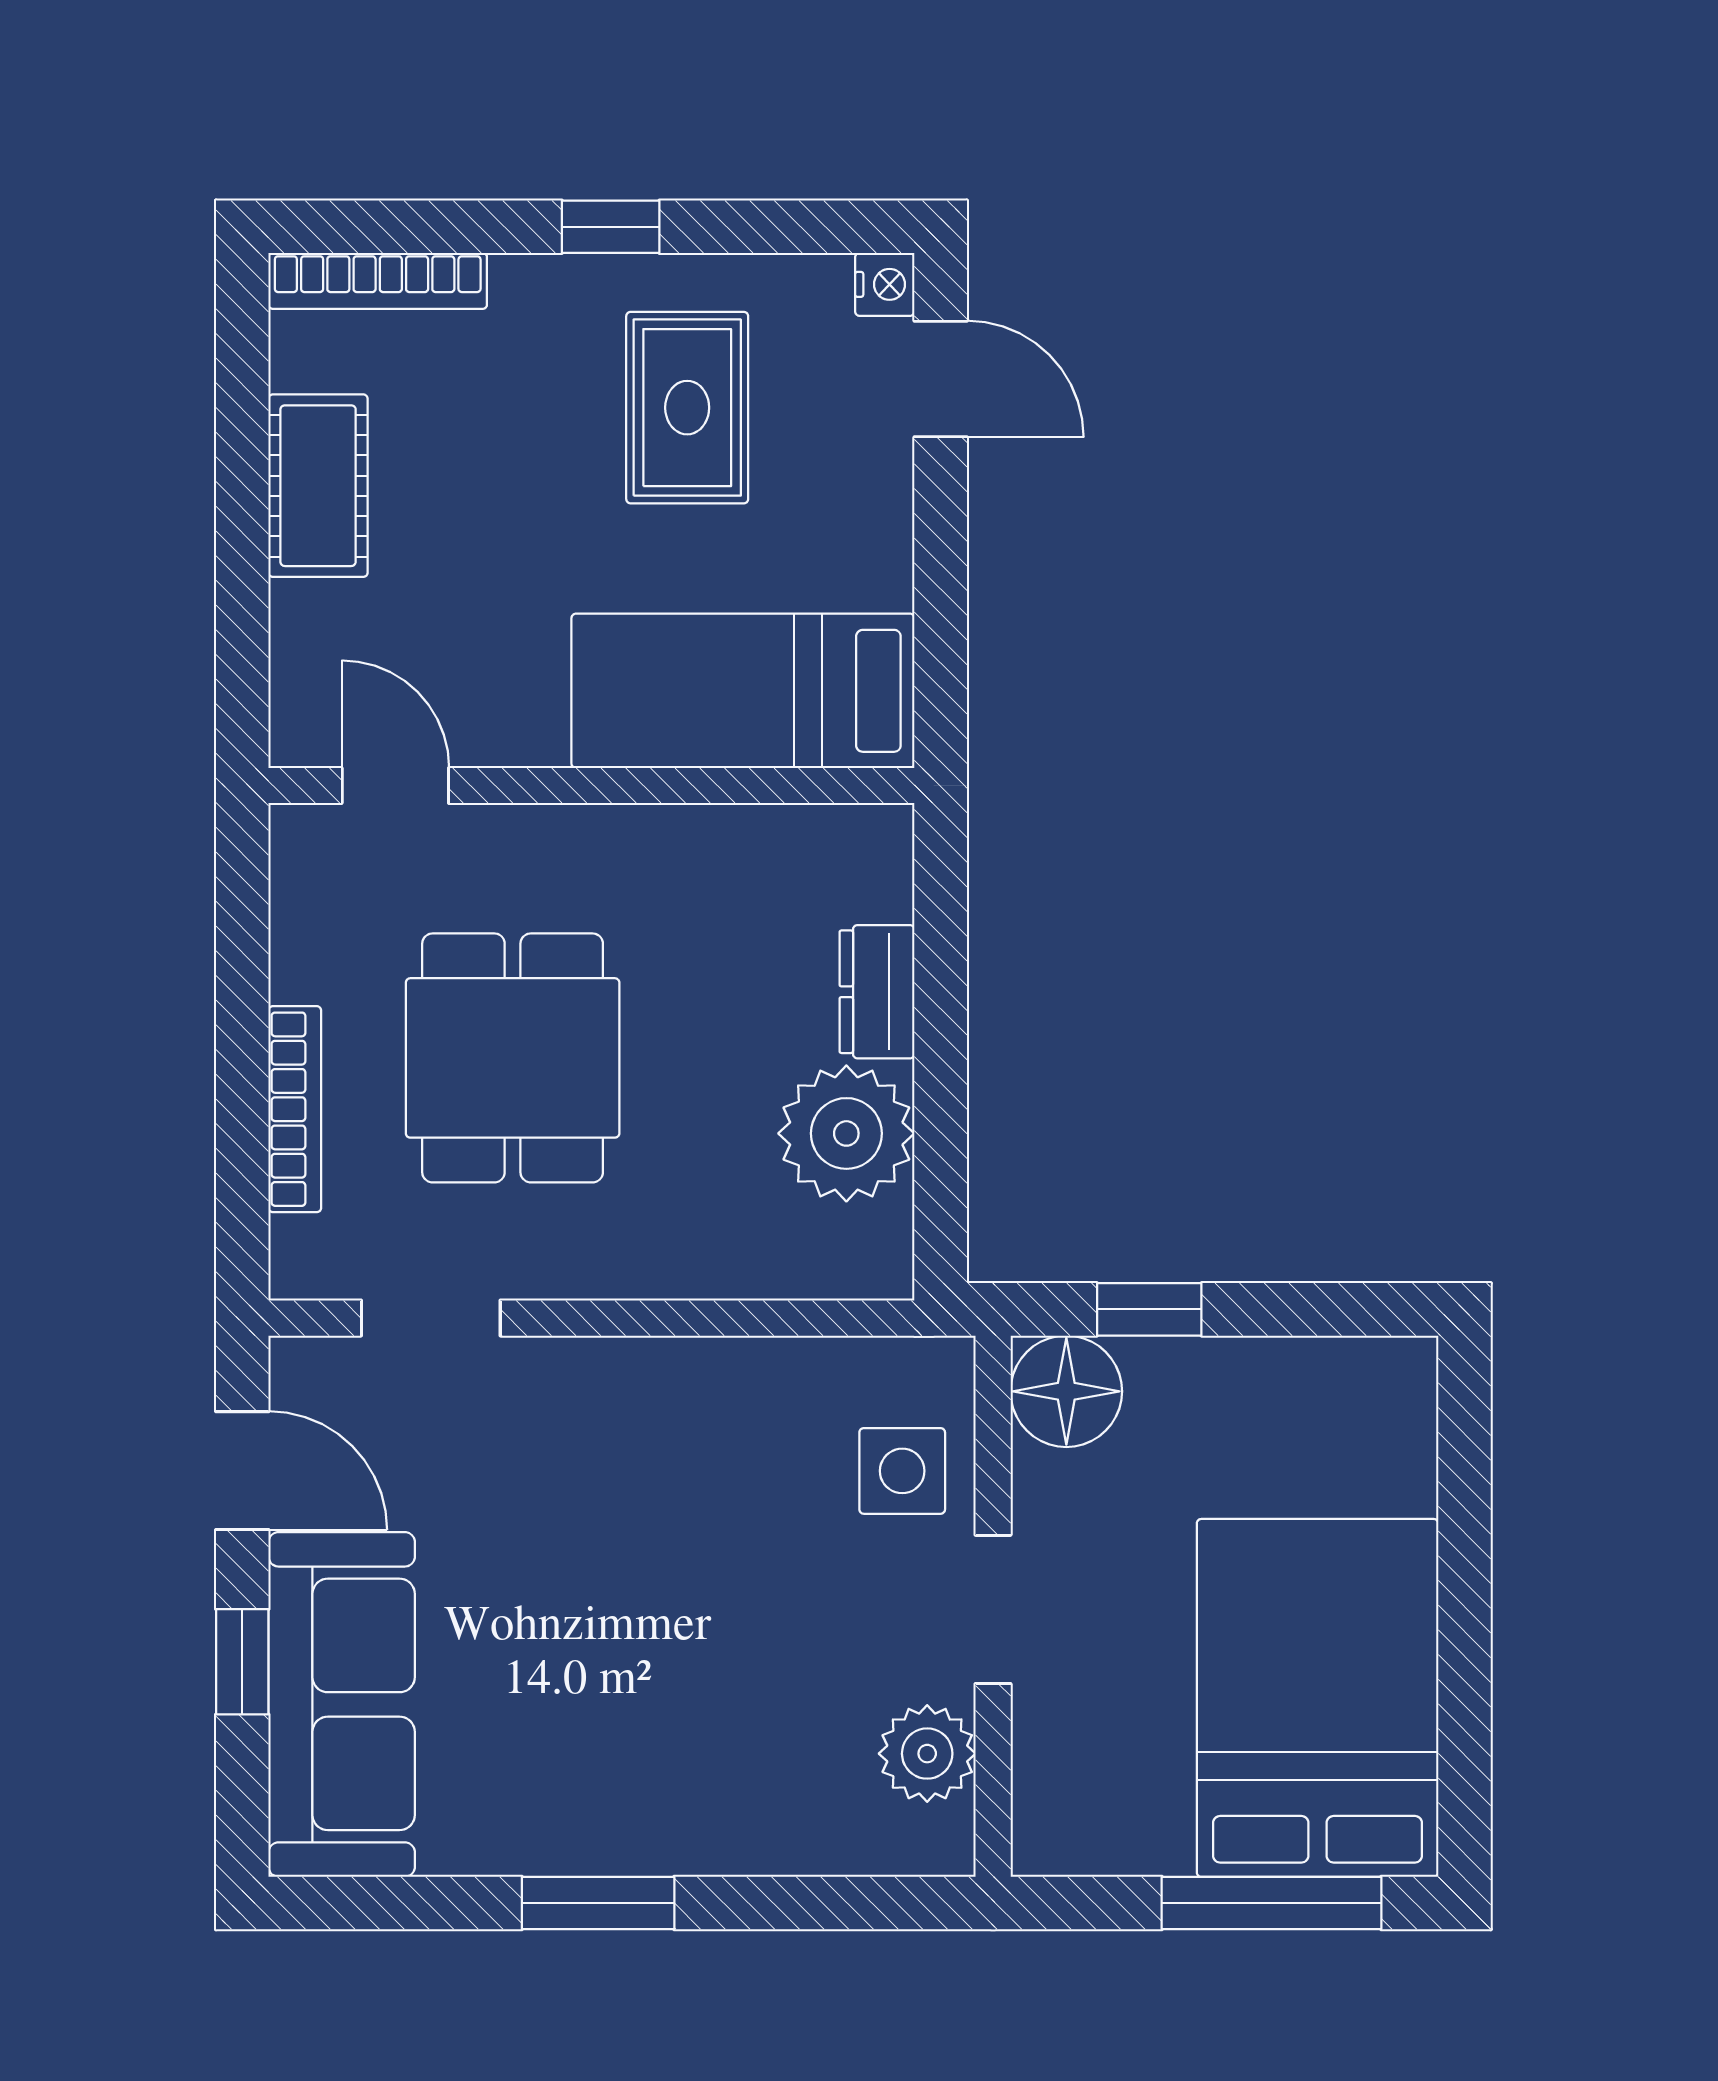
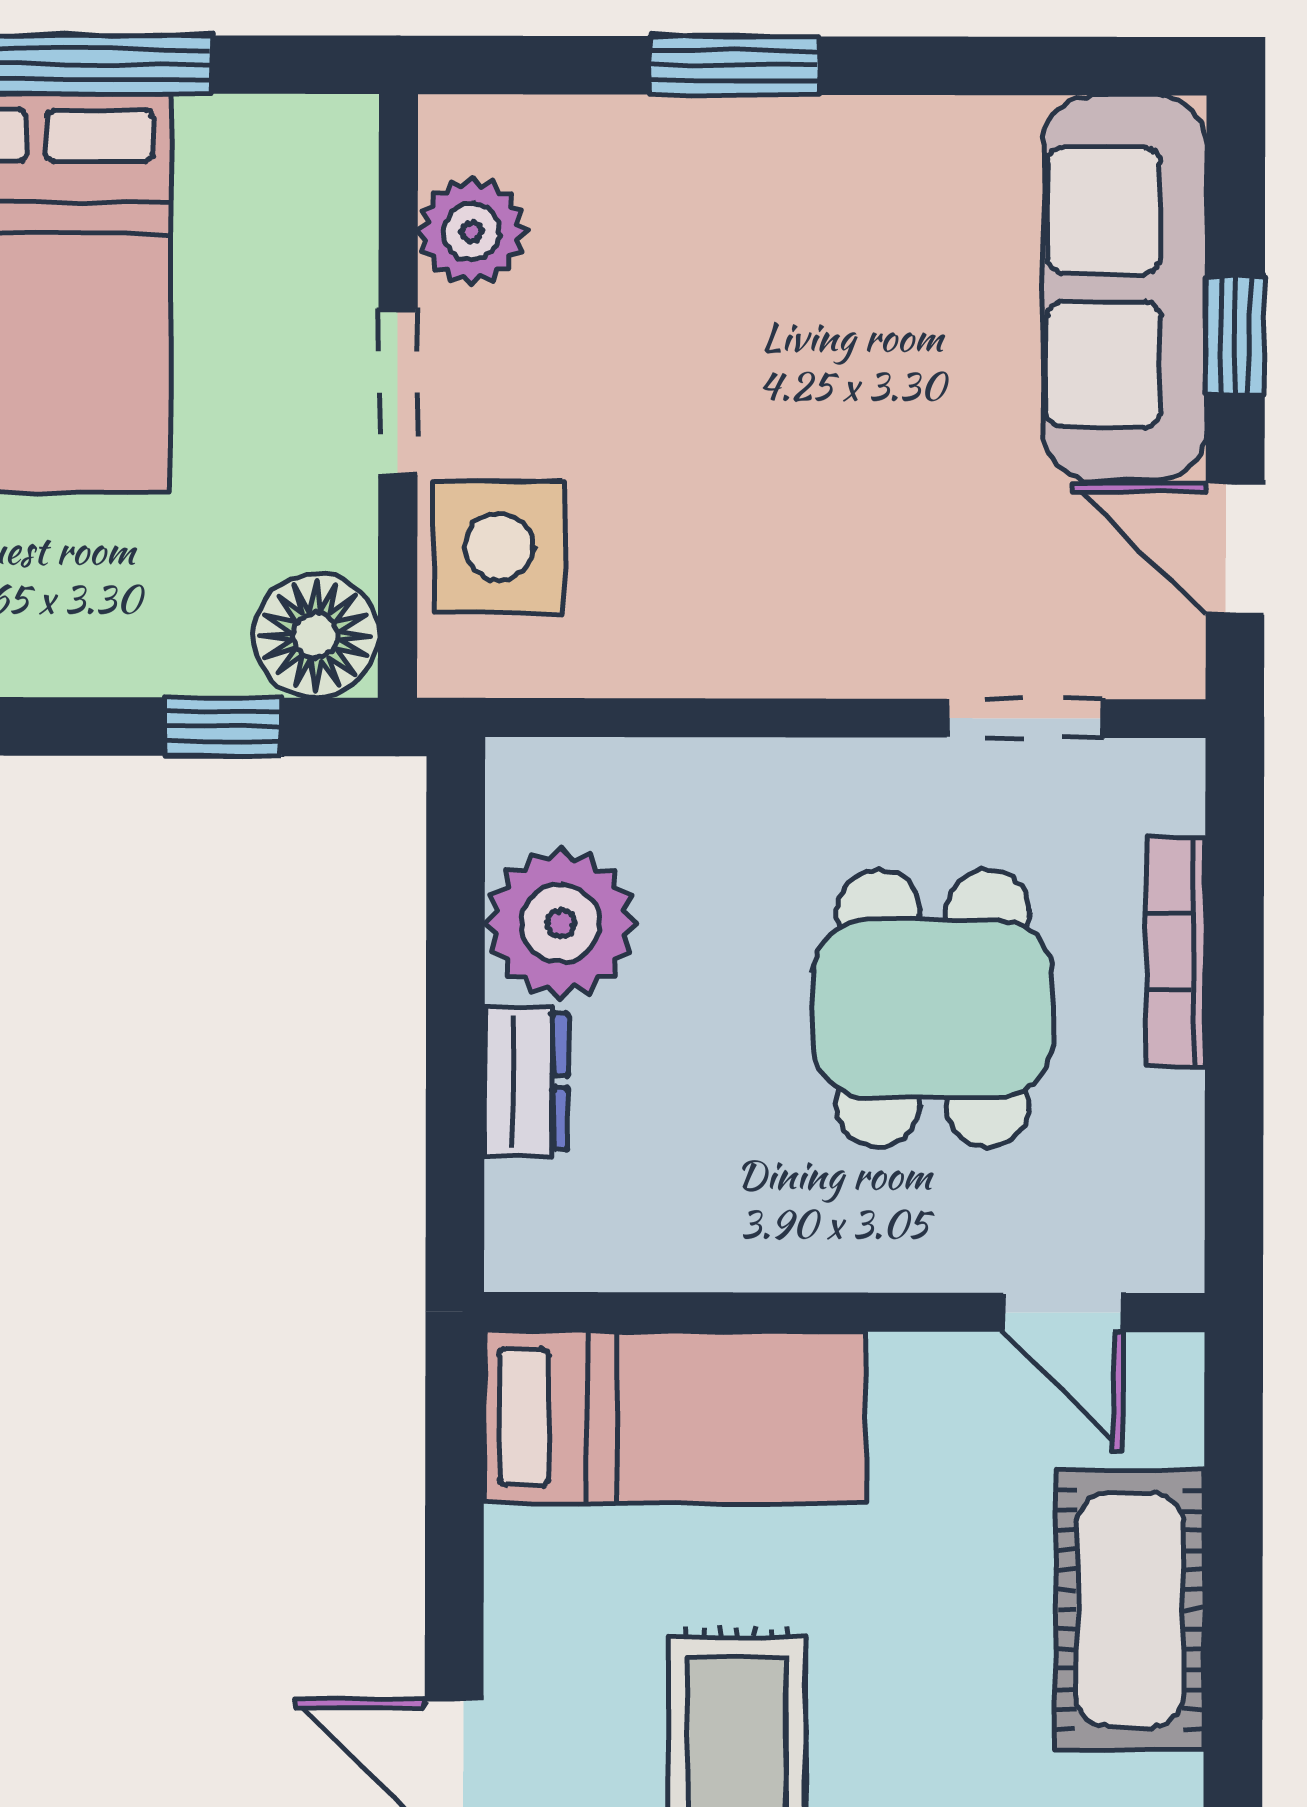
cot: (318, 486) -> (1130, 1609), width x1.37, depth x1.34
side table: (902, 1471) -> (499, 547), width x1.37, depth x1.37
window: (598, 1903) -> (734, 65), moved

